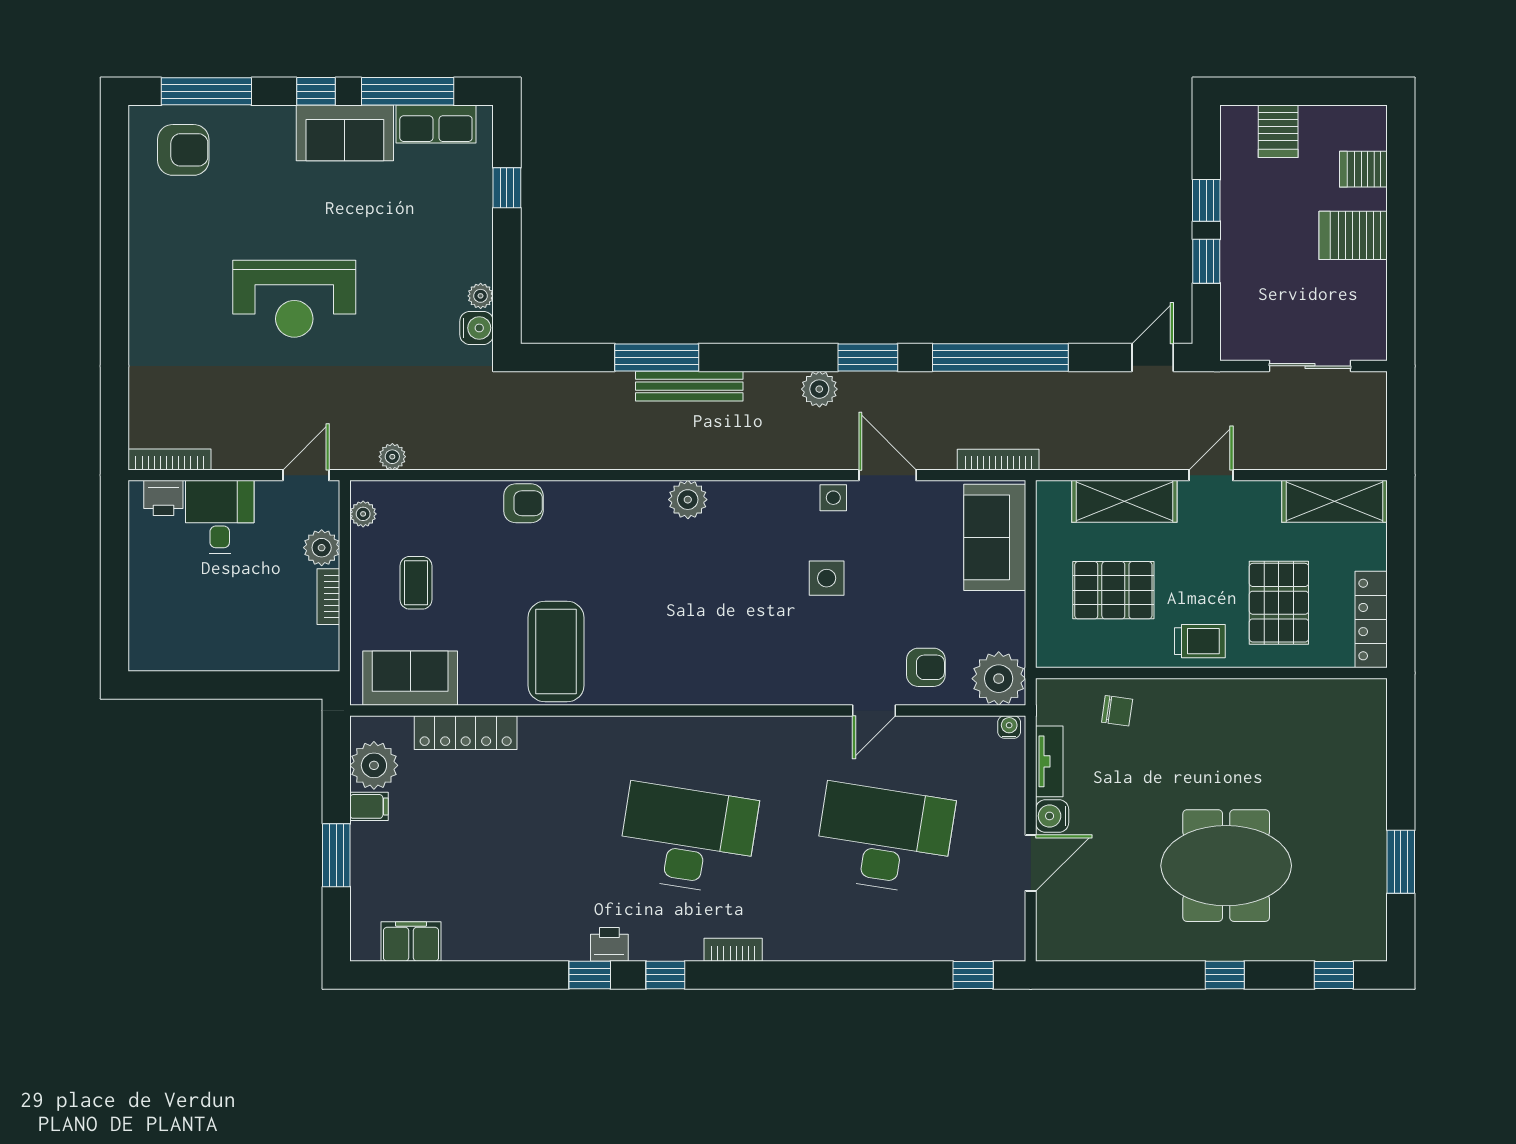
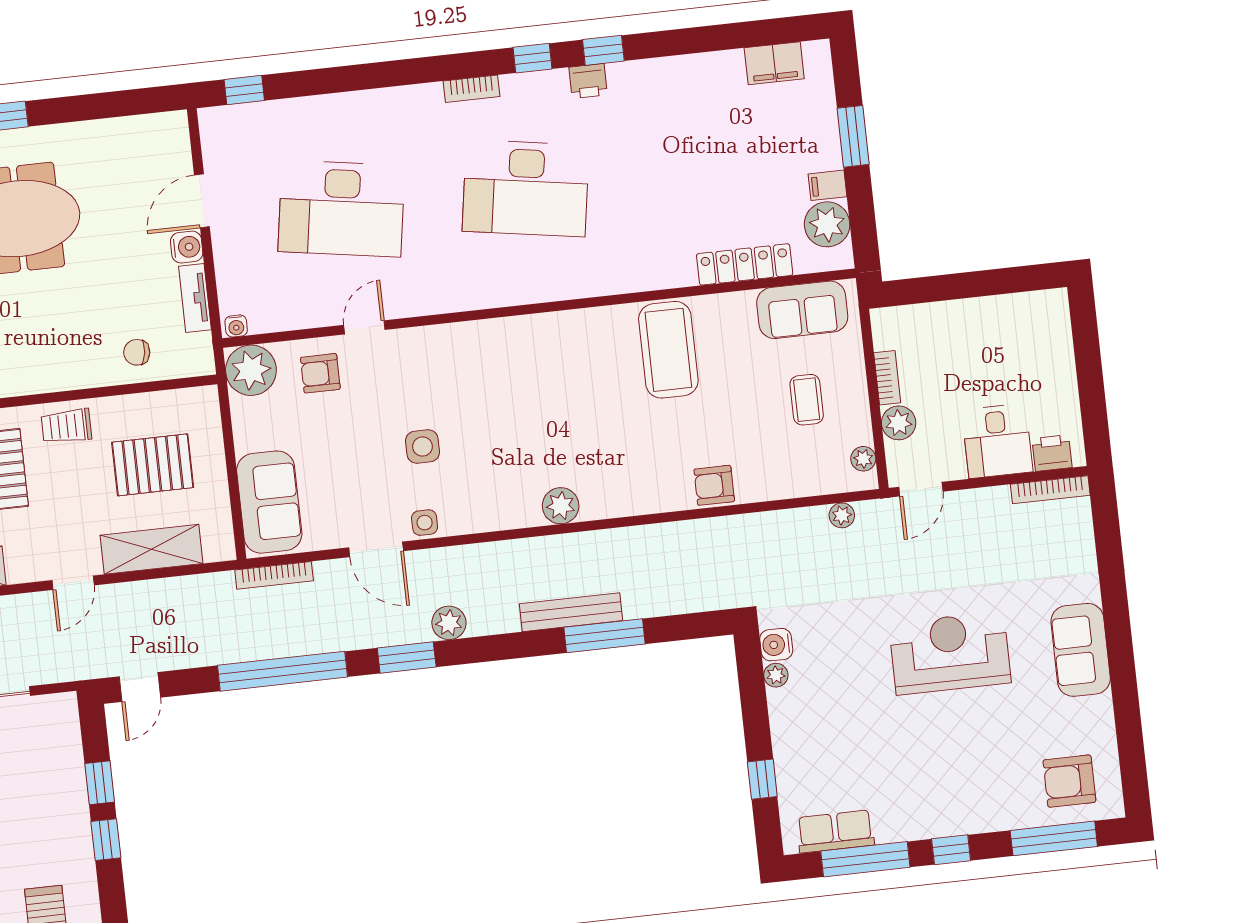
sofa: (345, 133) -> (1081, 650), moved, turned -90

